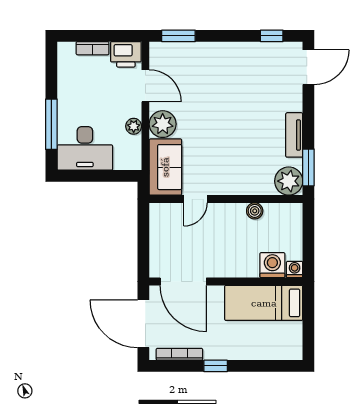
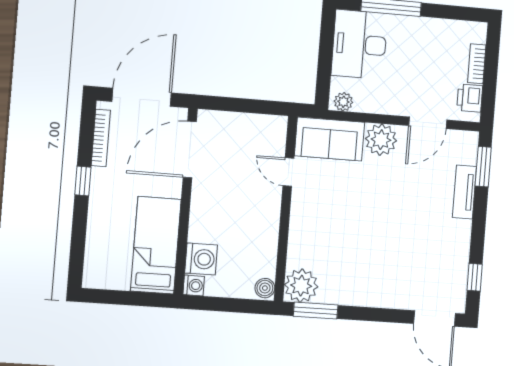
printer: (126, 54) -> (470, 98), width x0.73, depth x0.81
plant: (134, 126) -> (343, 102), moved
tv unit: (294, 135) -> (464, 192), moved, turned -90
boiler: (255, 211) -> (265, 288), moved

